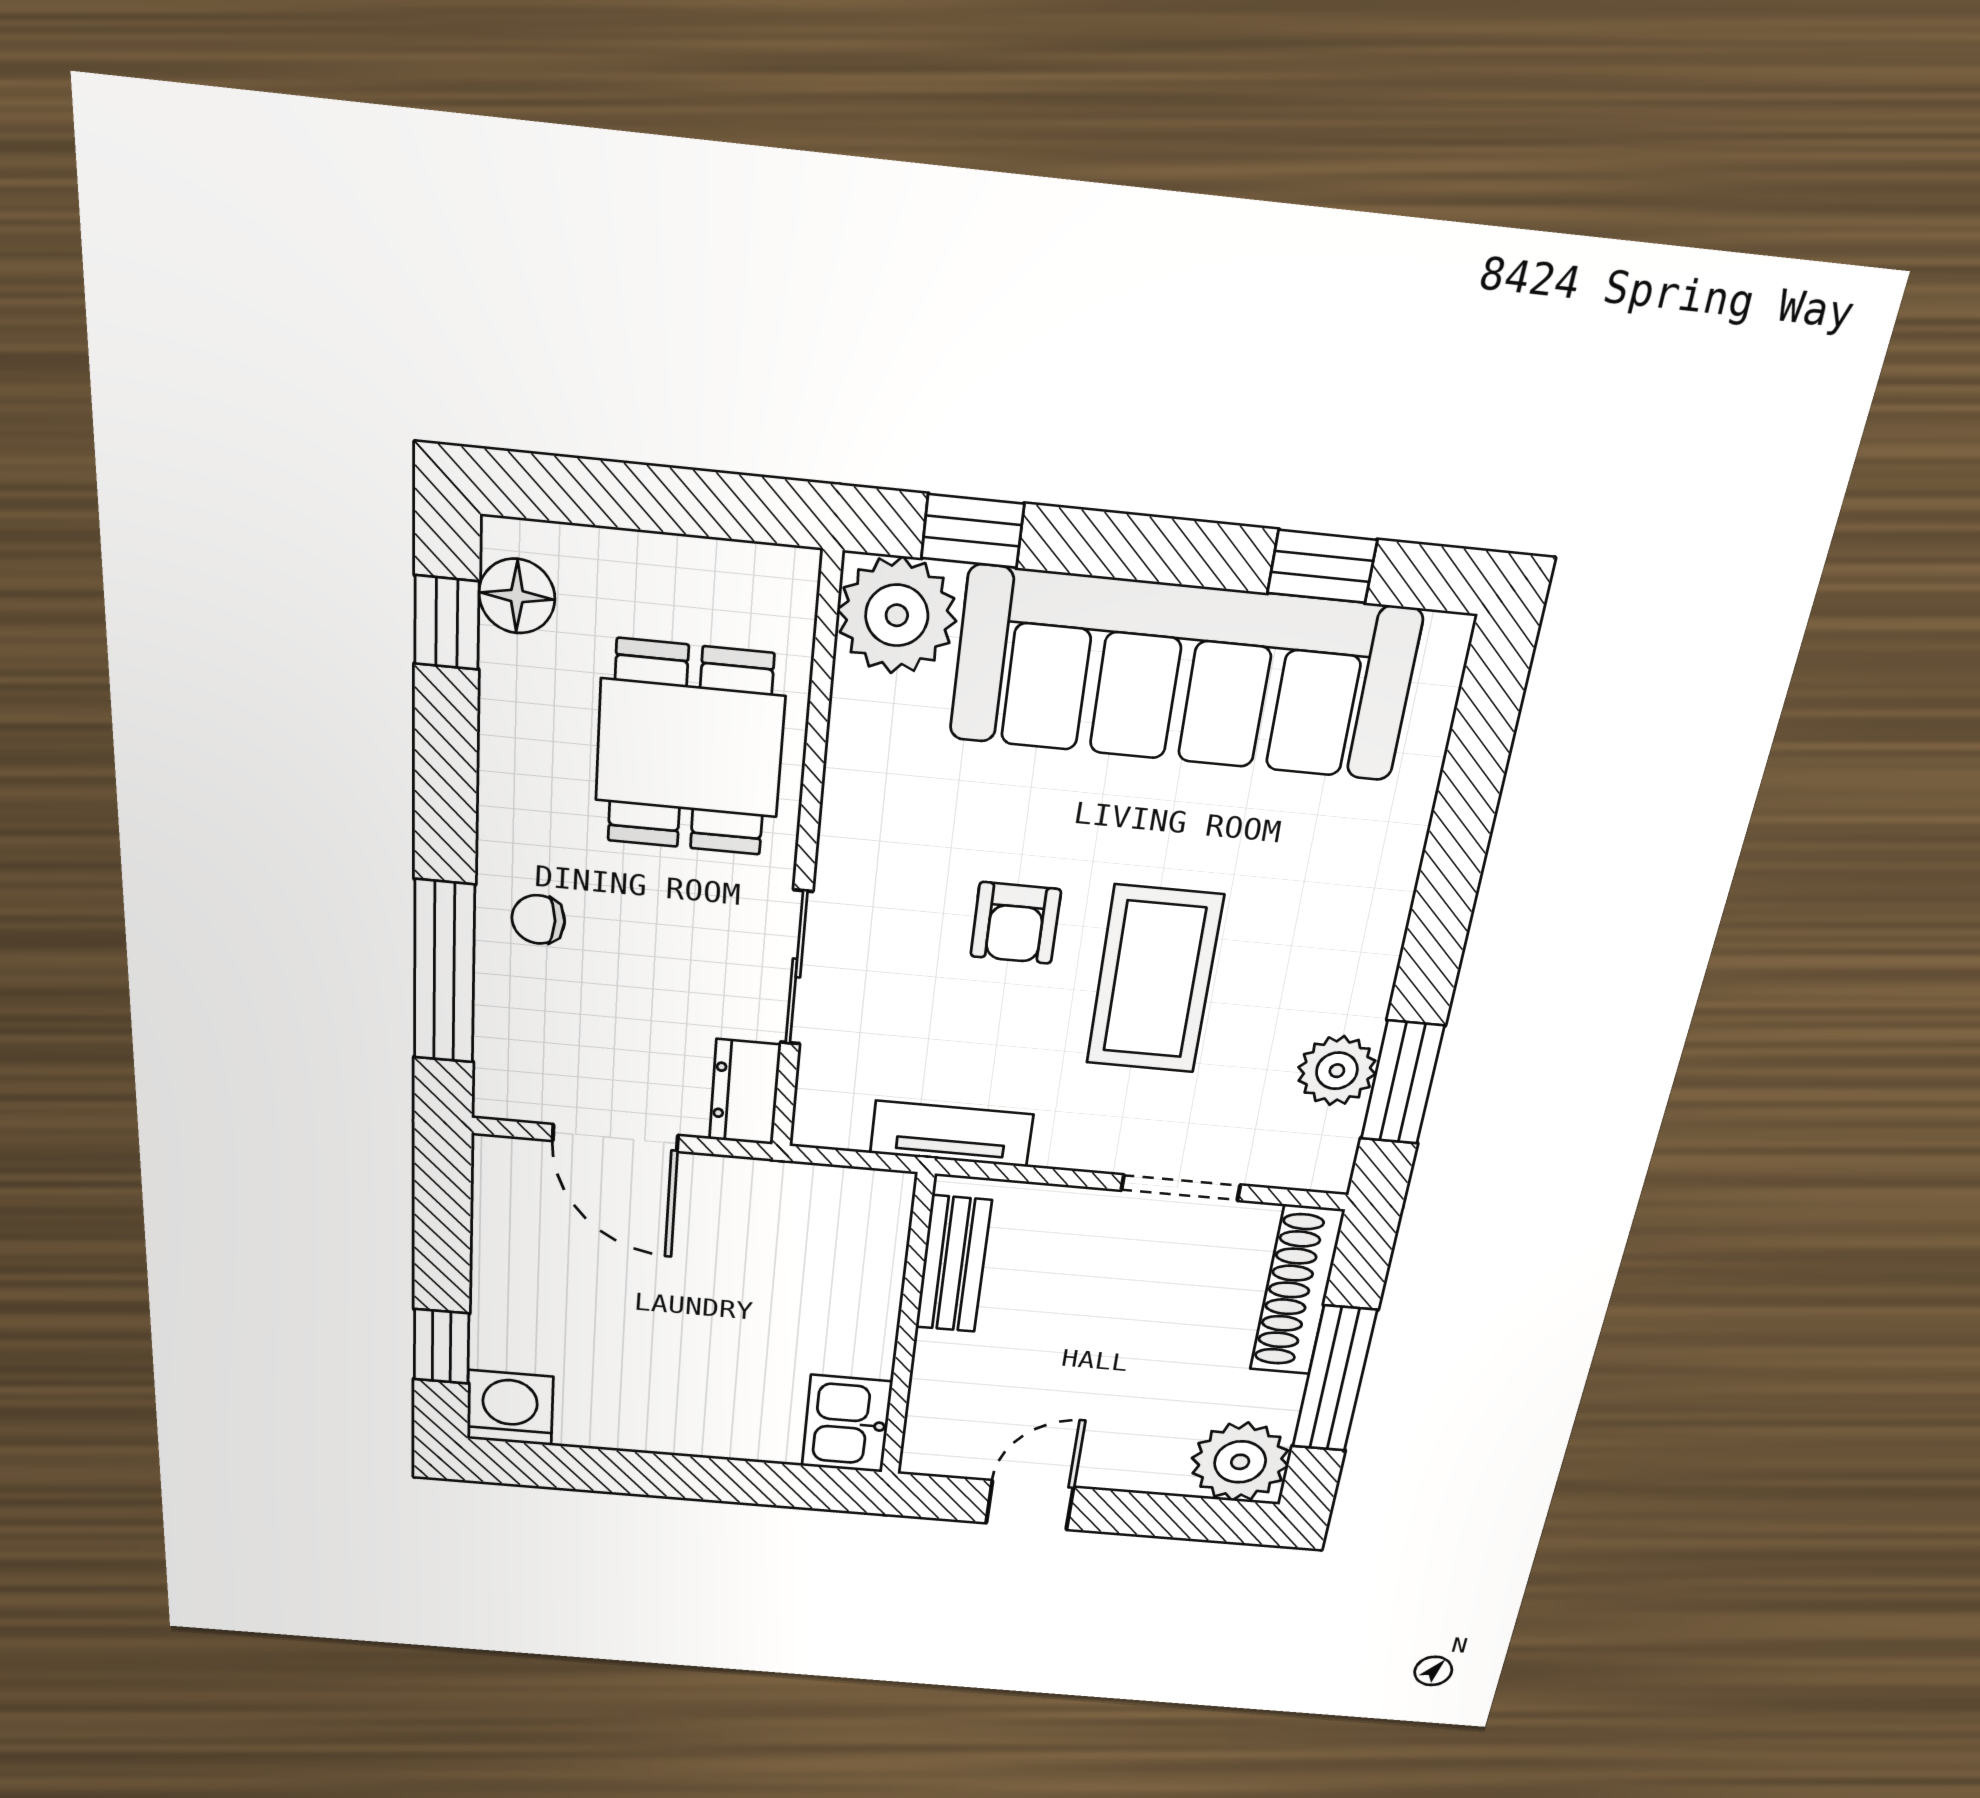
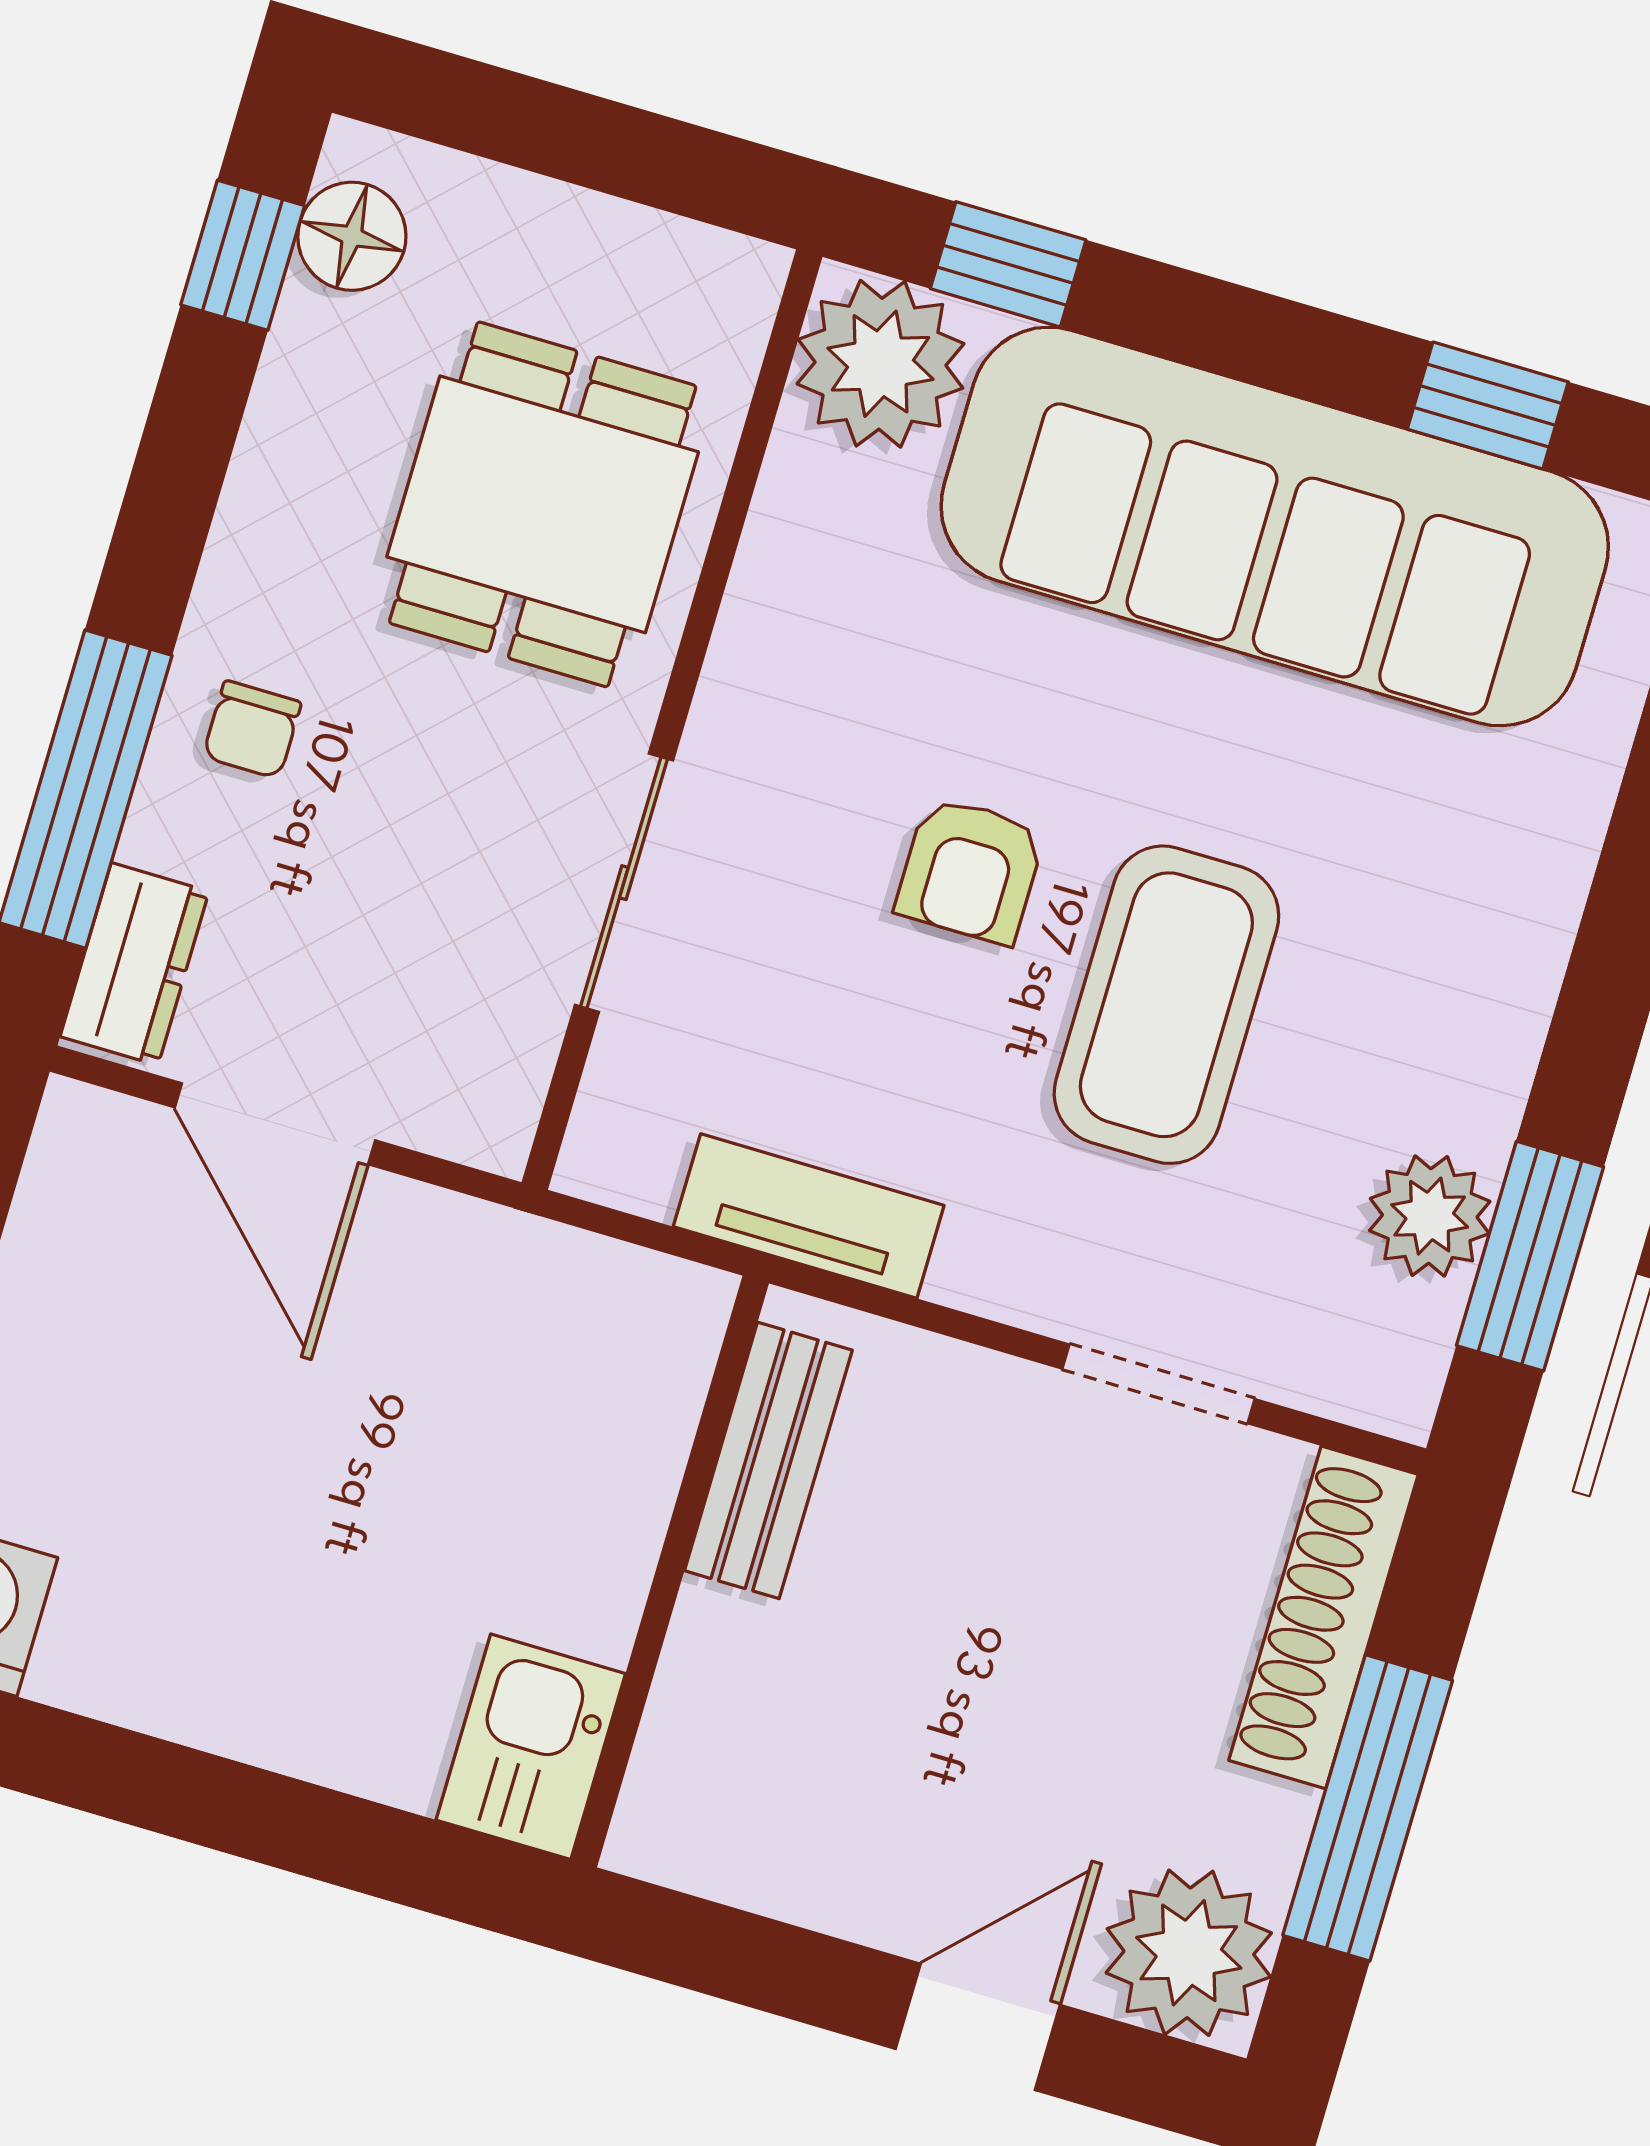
chair: (538, 919) -> (252, 730), turned -90
dresser: (745, 1092) -> (135, 964), moved, turned 180
door: (1030, 1505) -> (978, 2027), moved

